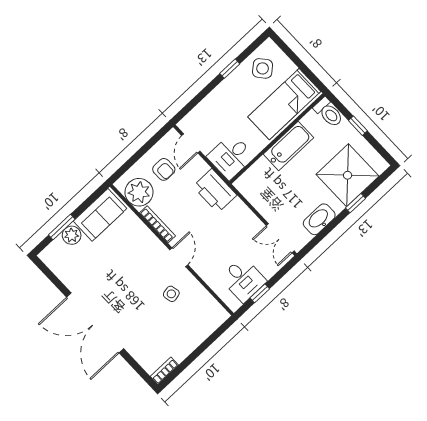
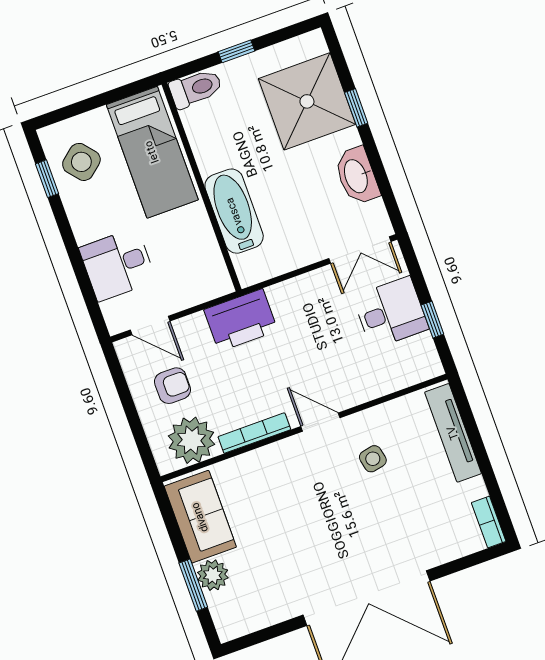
window: (230, 69) -> (47, 179), moved
bathtub: (288, 146) -> (234, 211), moved
desk: (231, 156) -> (118, 264), moved, turned 90
desk: (243, 279) -> (391, 313), moved
tv unit: (204, 331) -> (453, 433), added

